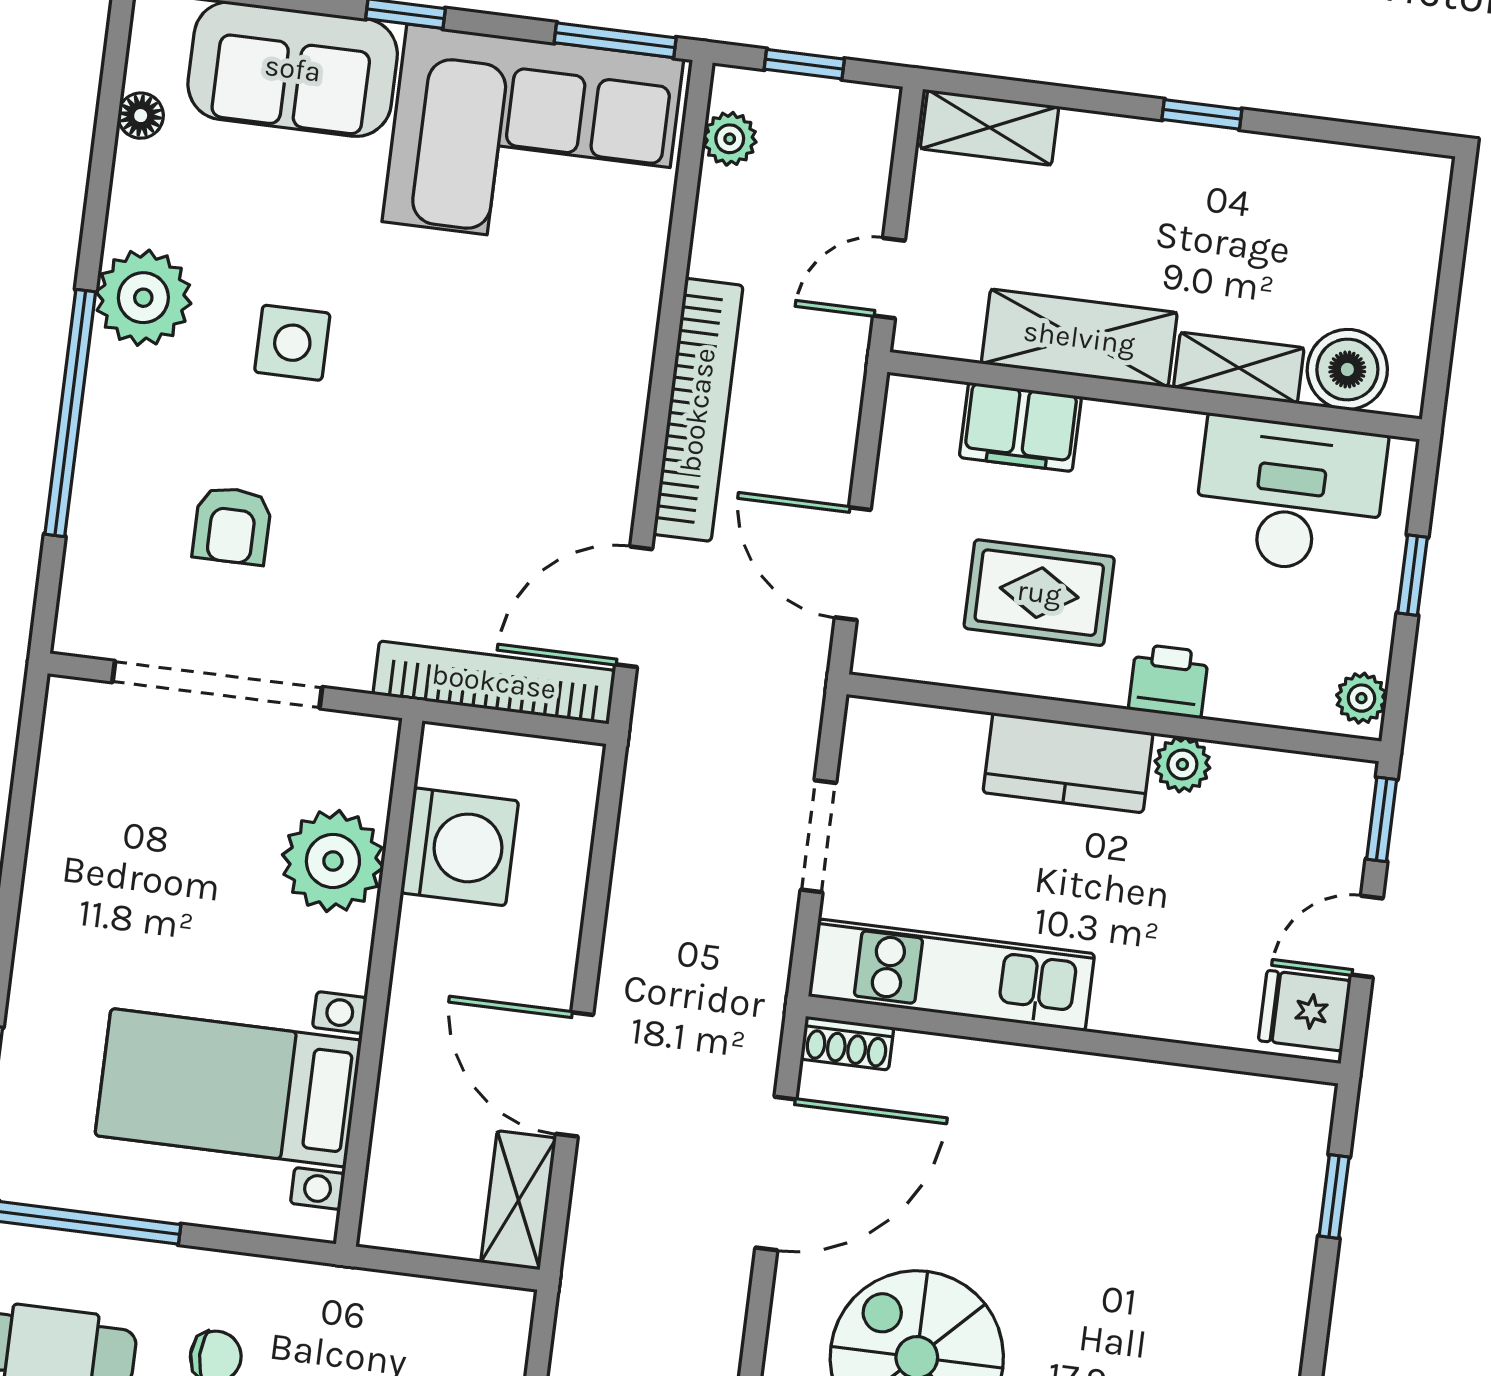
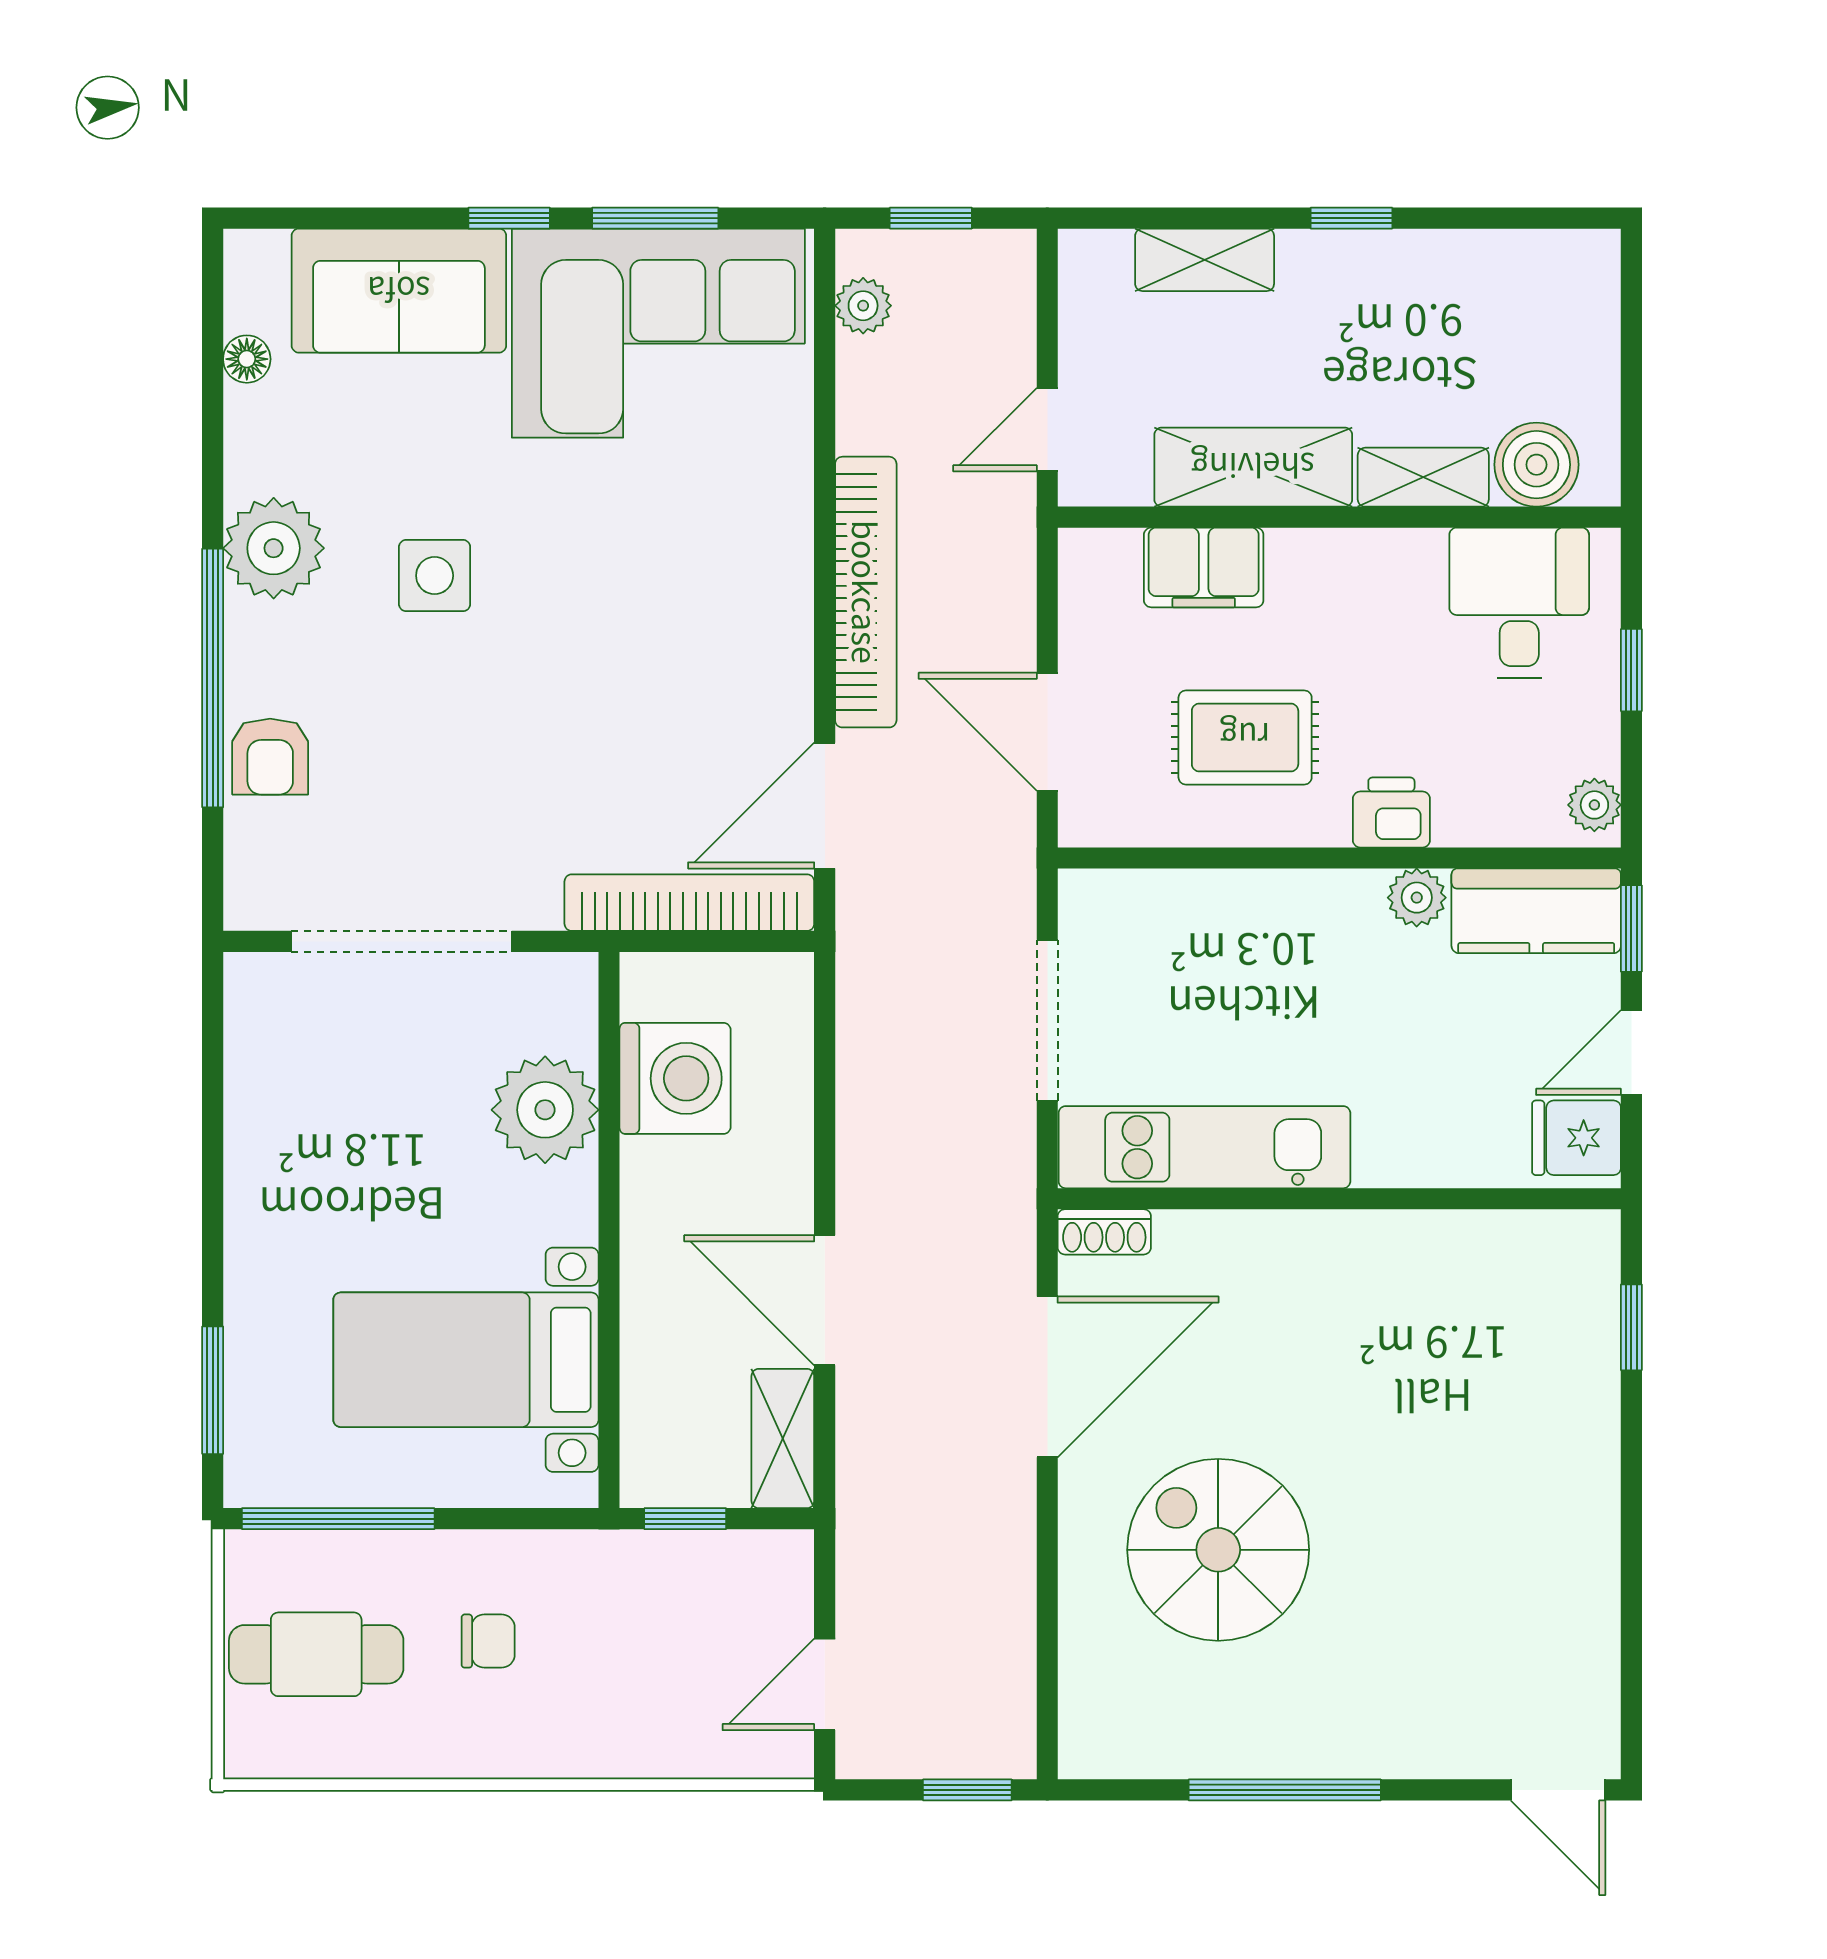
window: (615, 40) -> (655, 218), moved
shelving: (990, 128) -> (1205, 260), moved
desk: (1290, 495) -> (1519, 603), width x0.73
armchair: (232, 525) -> (270, 757), moved
kitchen counter: (1068, 763) -> (1536, 911), moved
doorway: (818, 836) -> (1047, 1020), width x1.38
window: (417, 1264) -> (685, 1519), added

